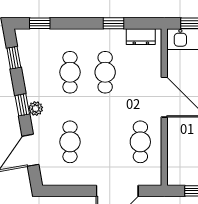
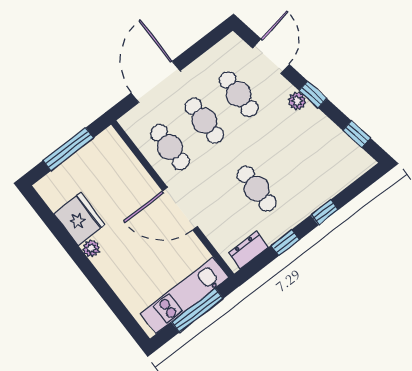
window: (40, 23) -> (325, 212), moved
cafe table: (70, 72) -> (204, 121), moved

